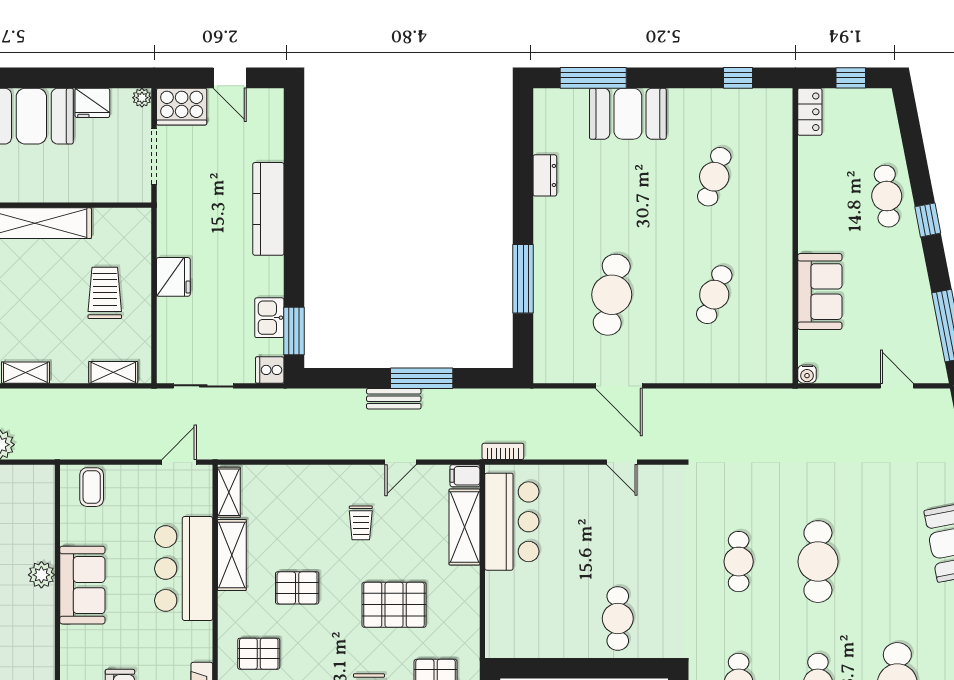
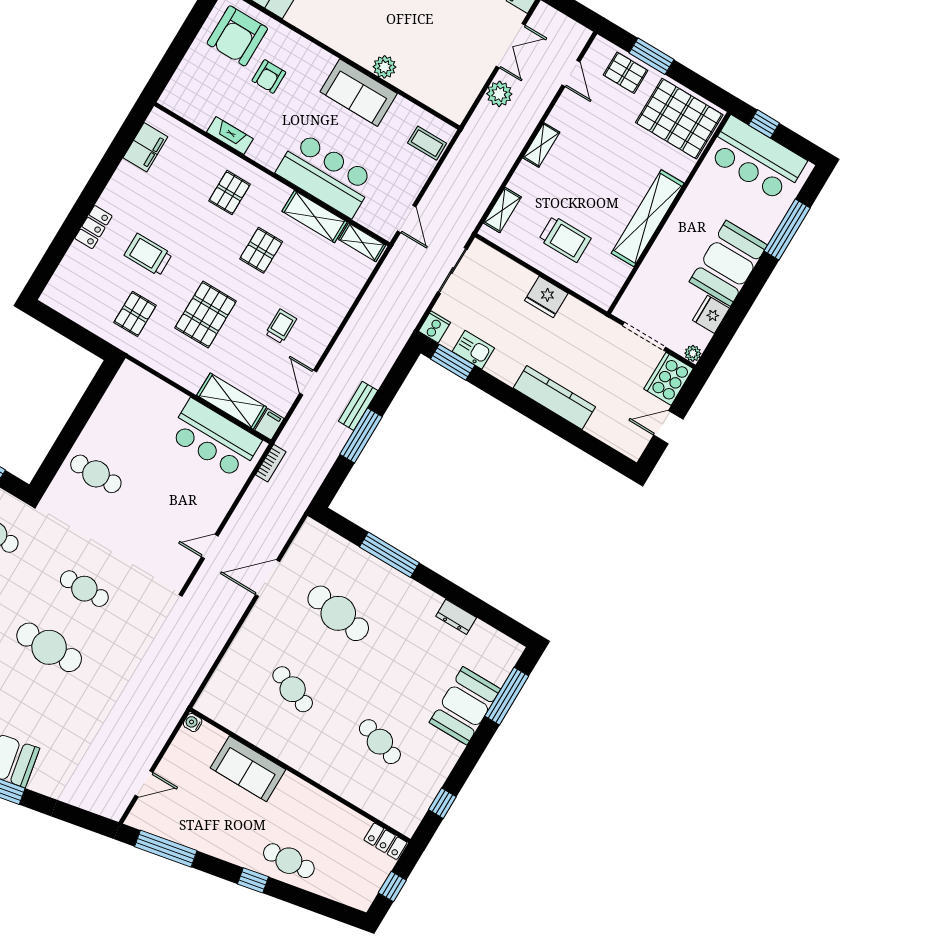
trolley: (361, 523) -> (281, 326), turned 90

